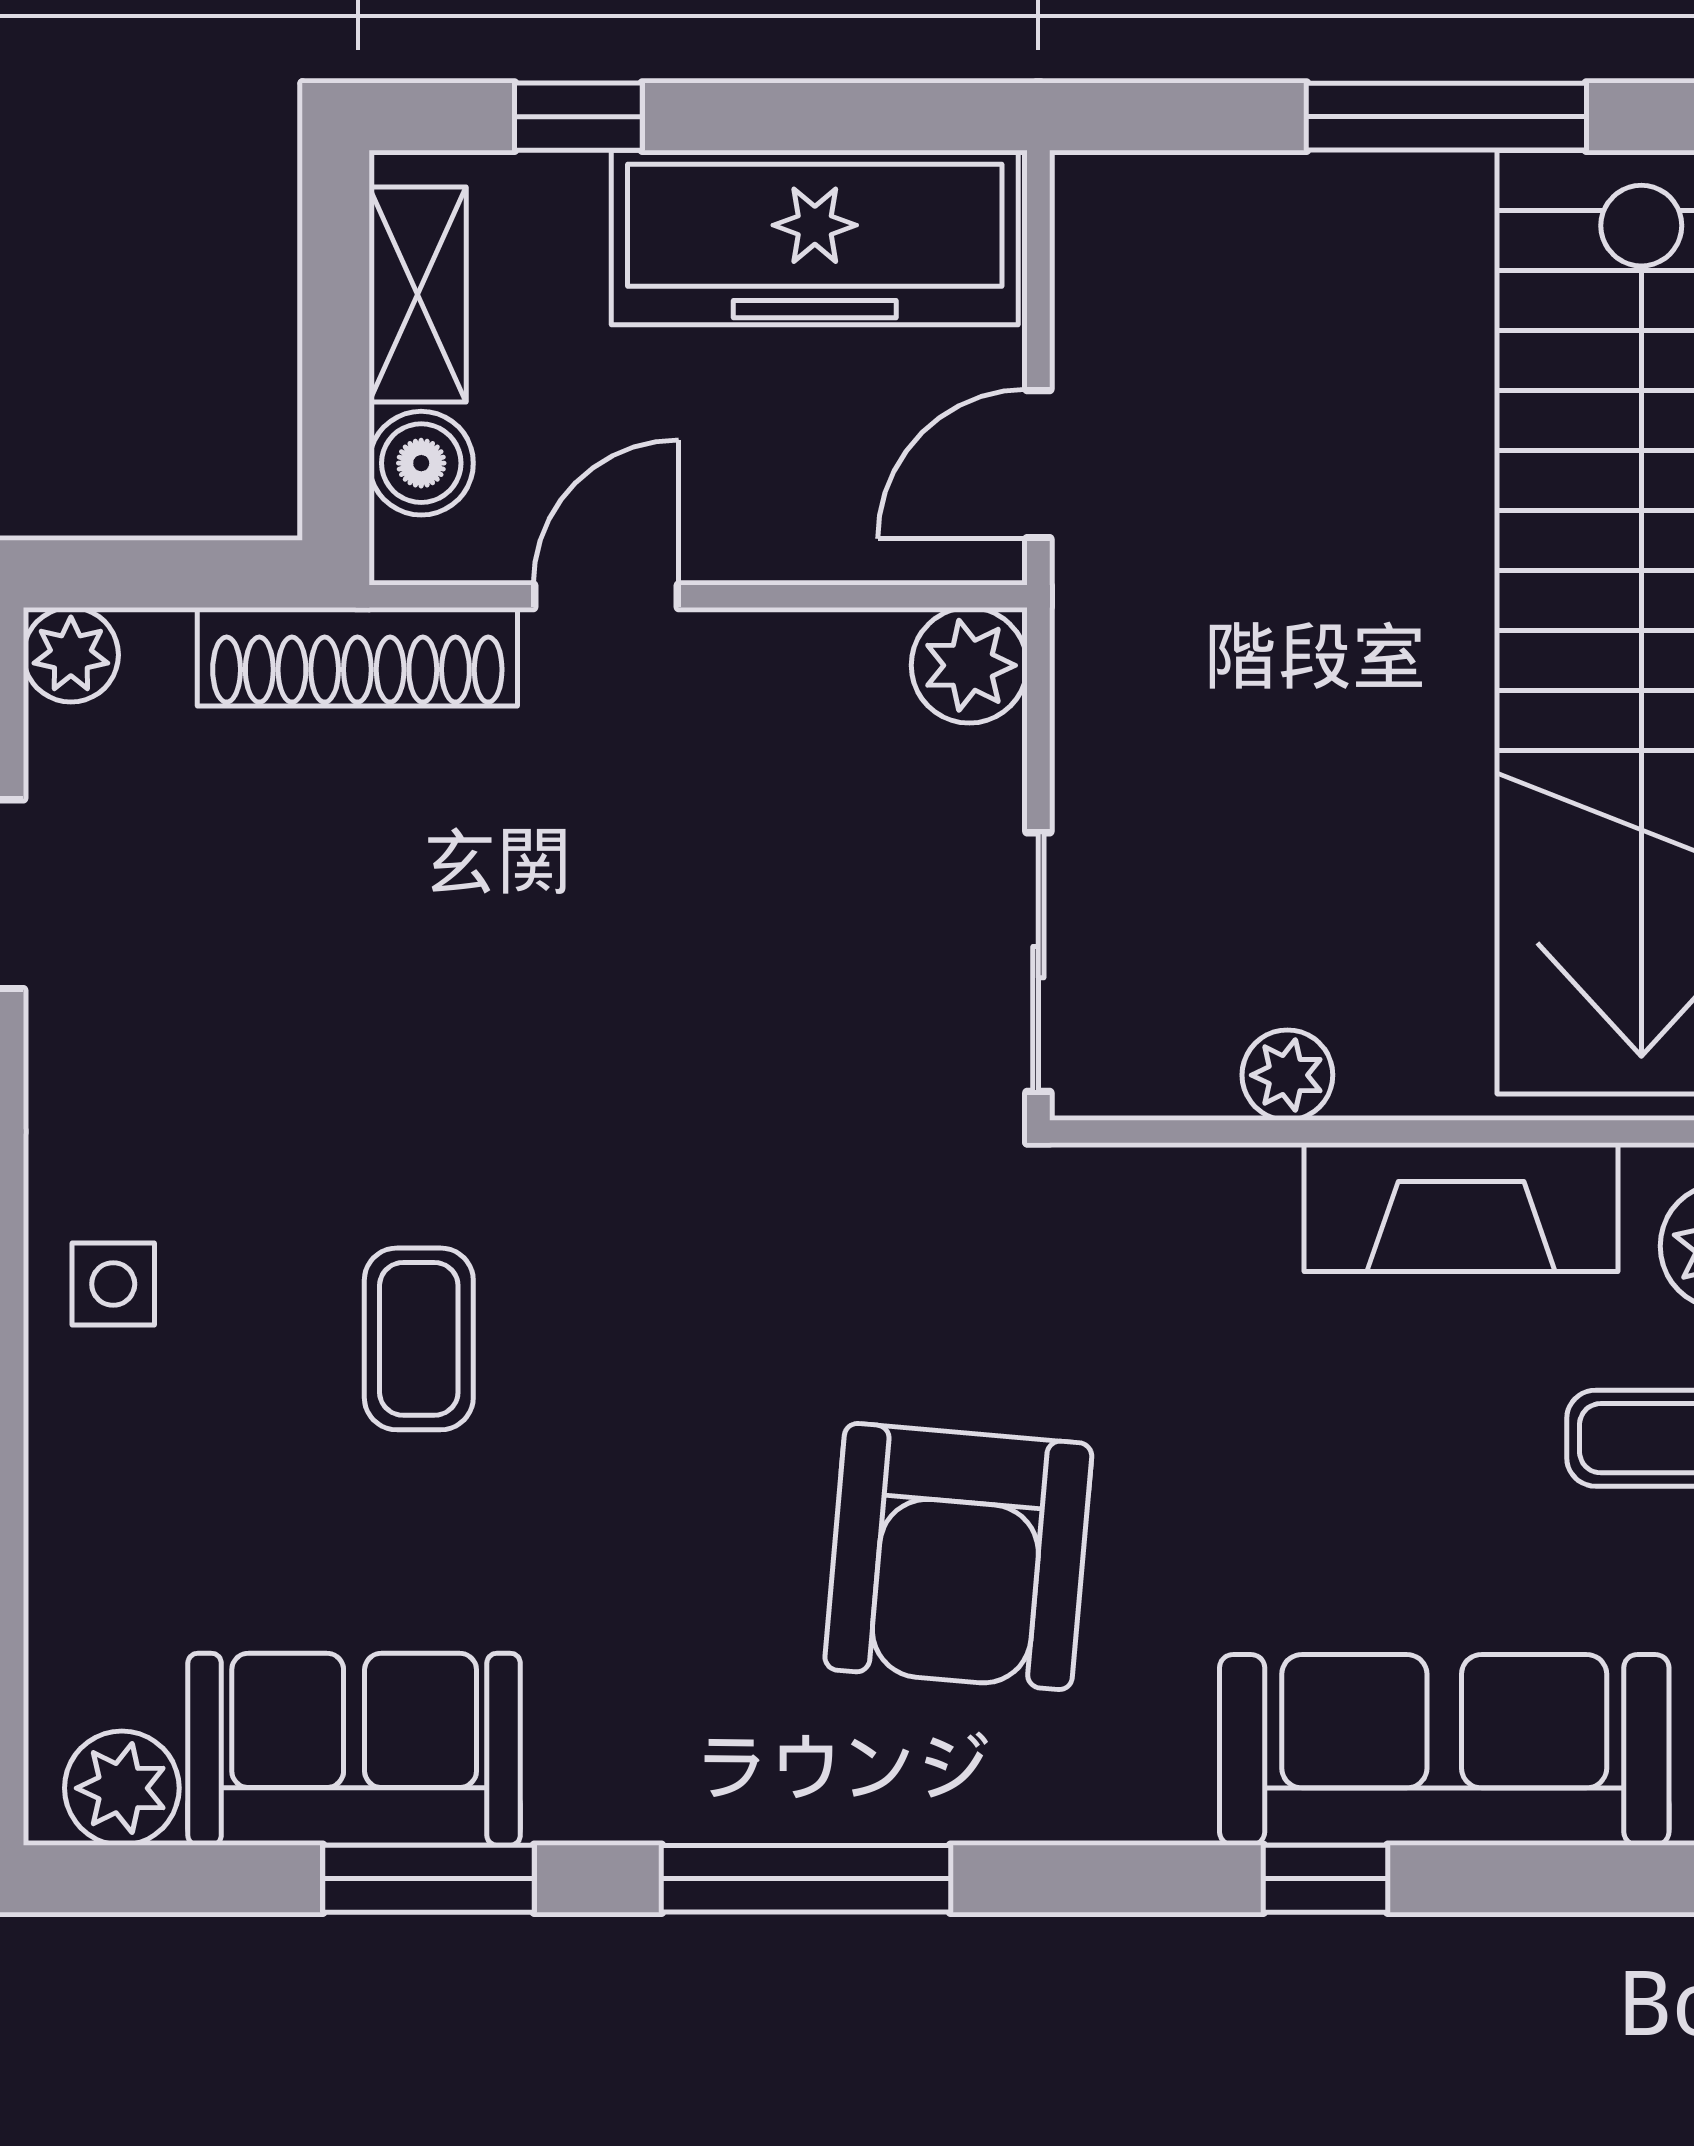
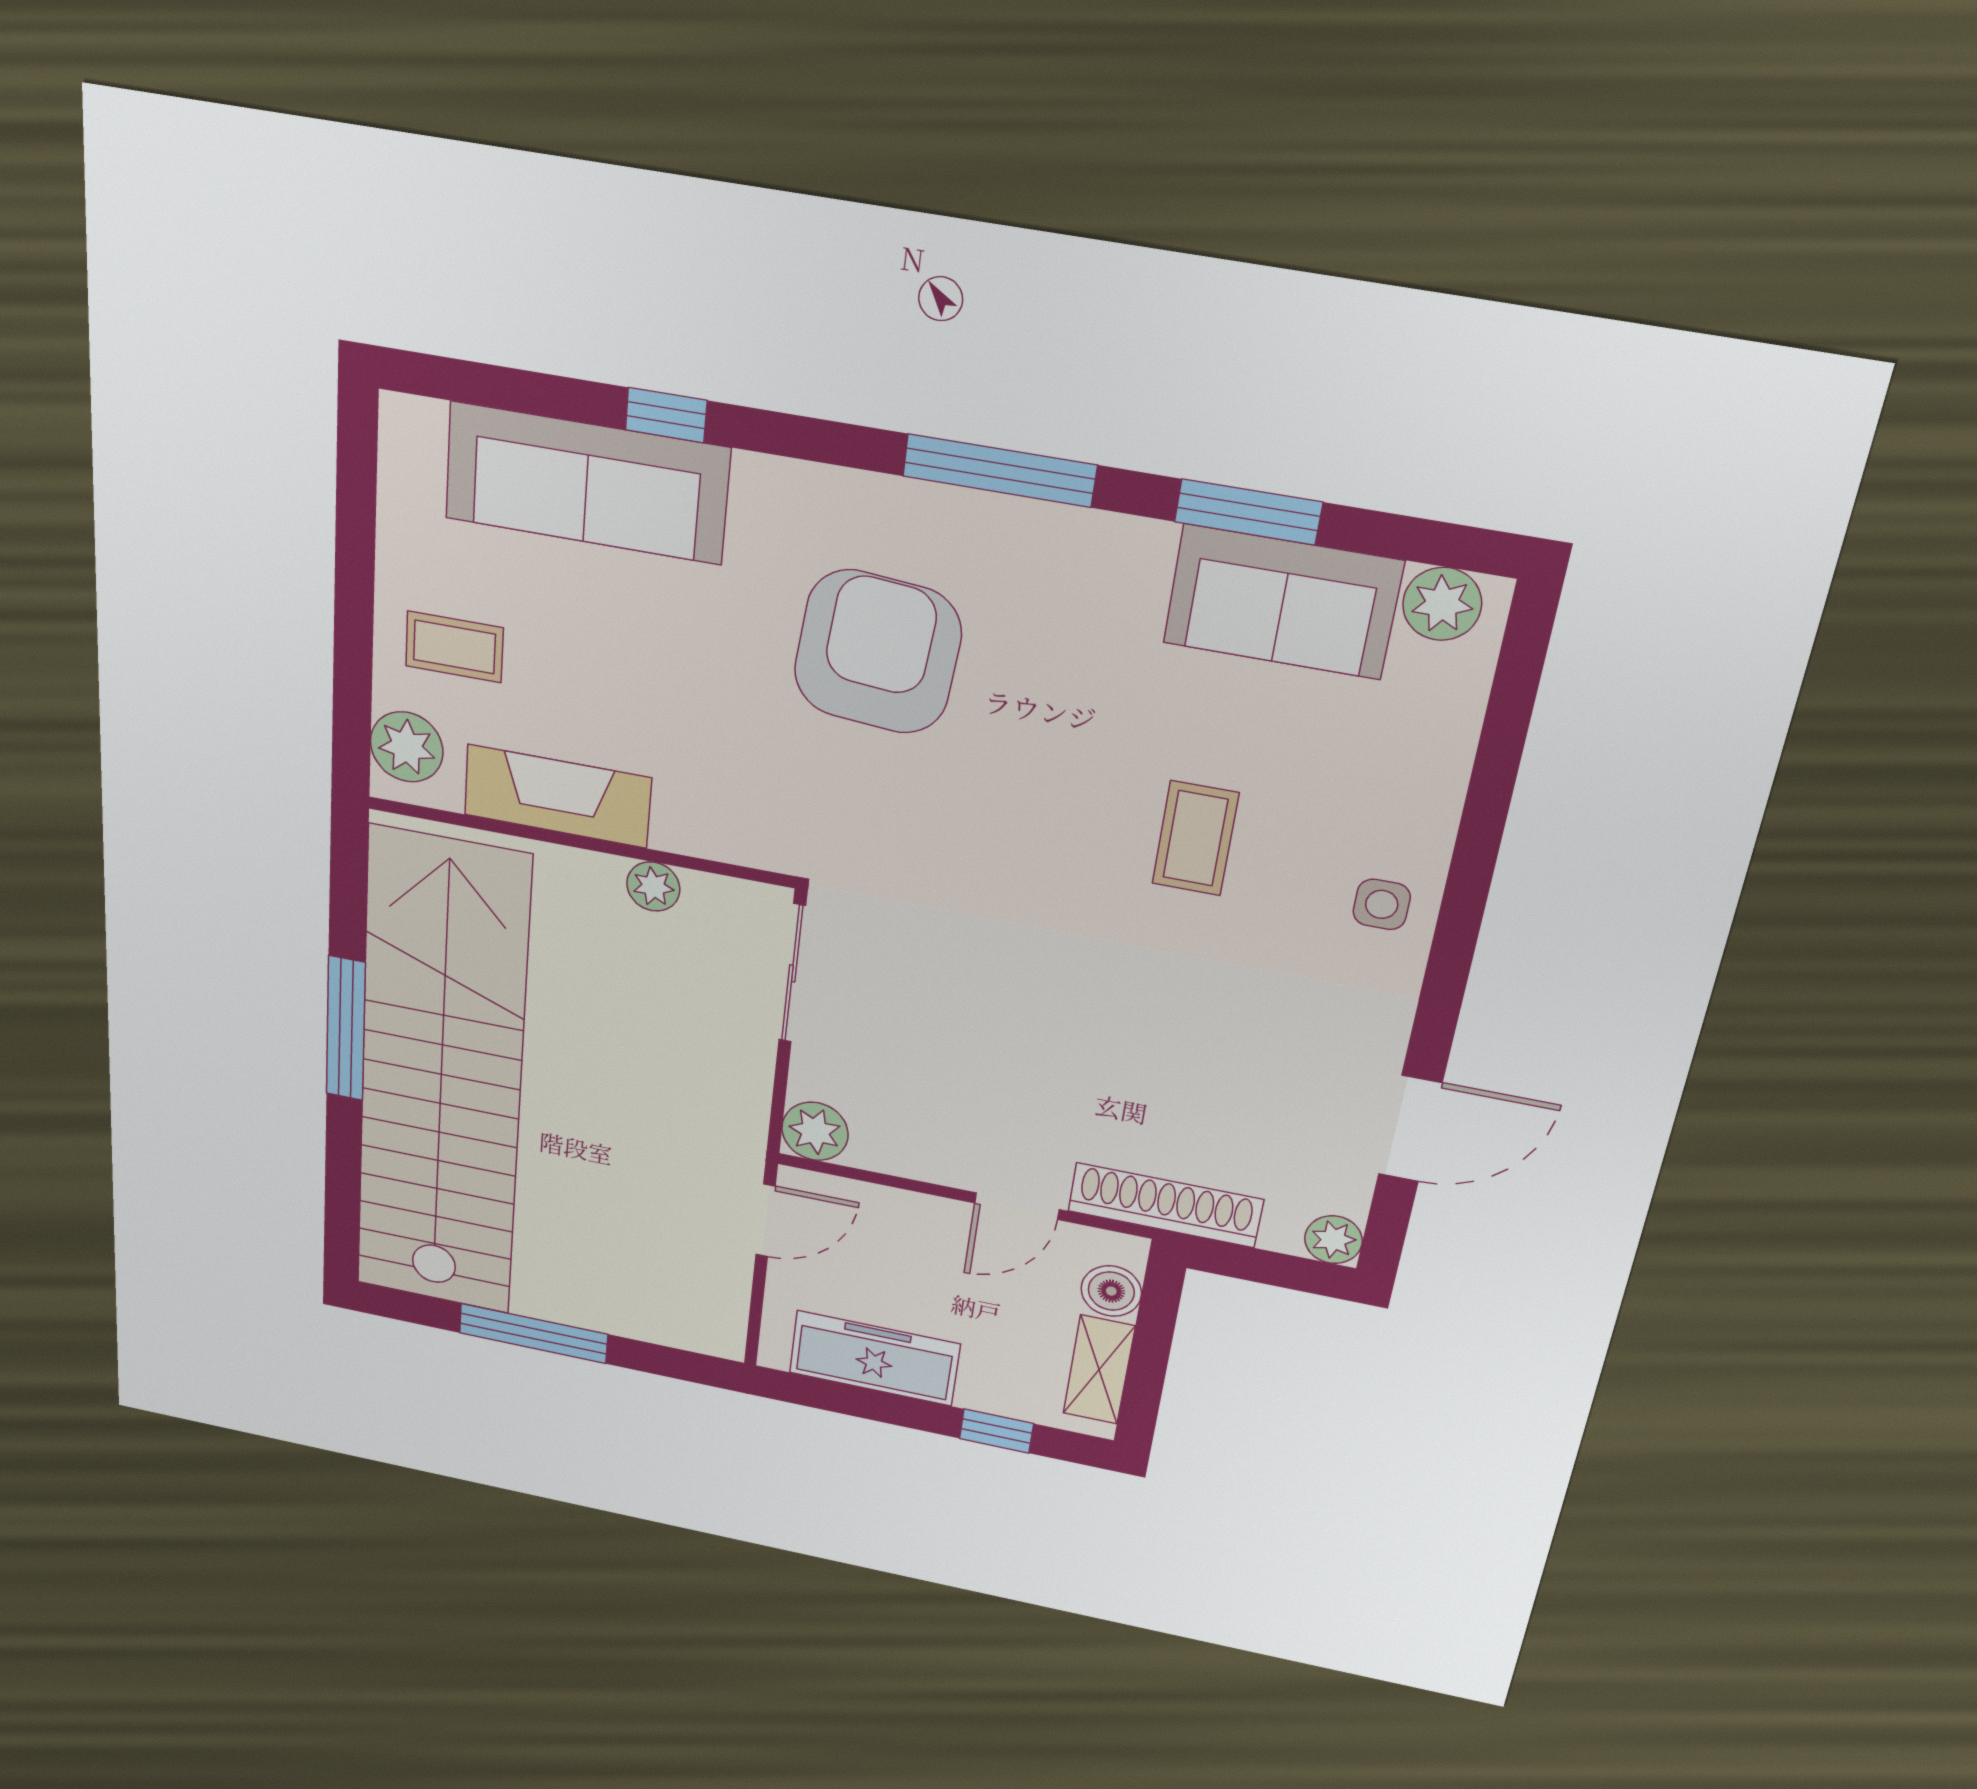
freezer: (815, 237) -> (874, 1358), width x0.73, depth x0.79

